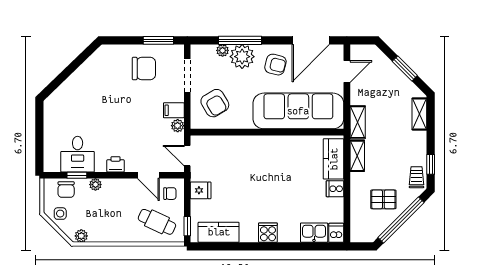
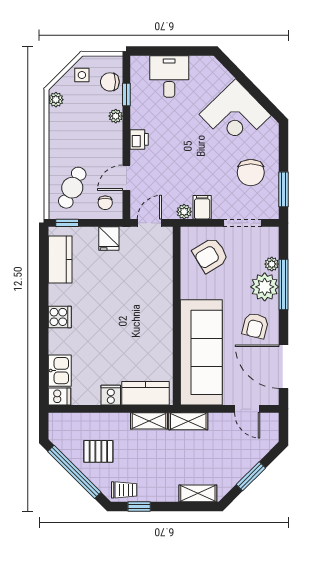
corner desk: (94, 82) -> (235, 115), added
desk: (78, 154) -> (169, 76), moved, turned 90
pallet: (383, 199) -> (98, 451), turned 90

